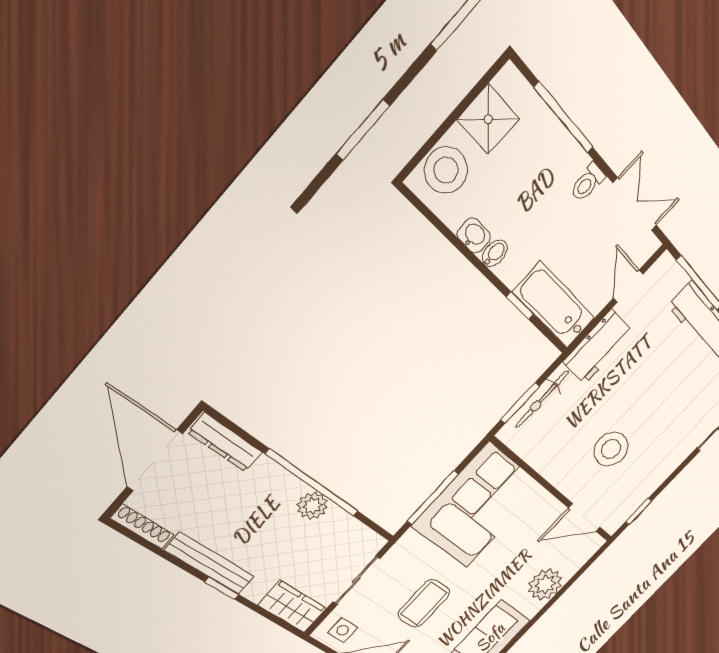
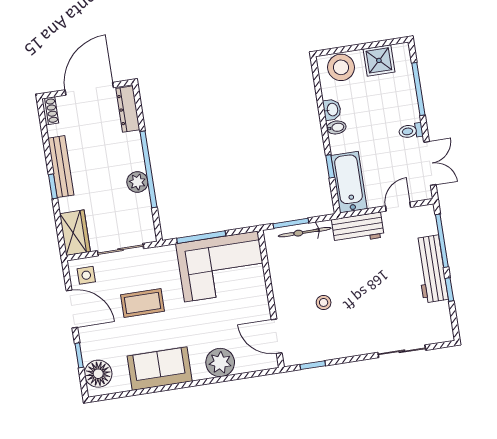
stool: (611, 449) -> (324, 302), width x0.53, depth x0.53
shoe rack: (142, 527) -> (50, 111), width x0.70

